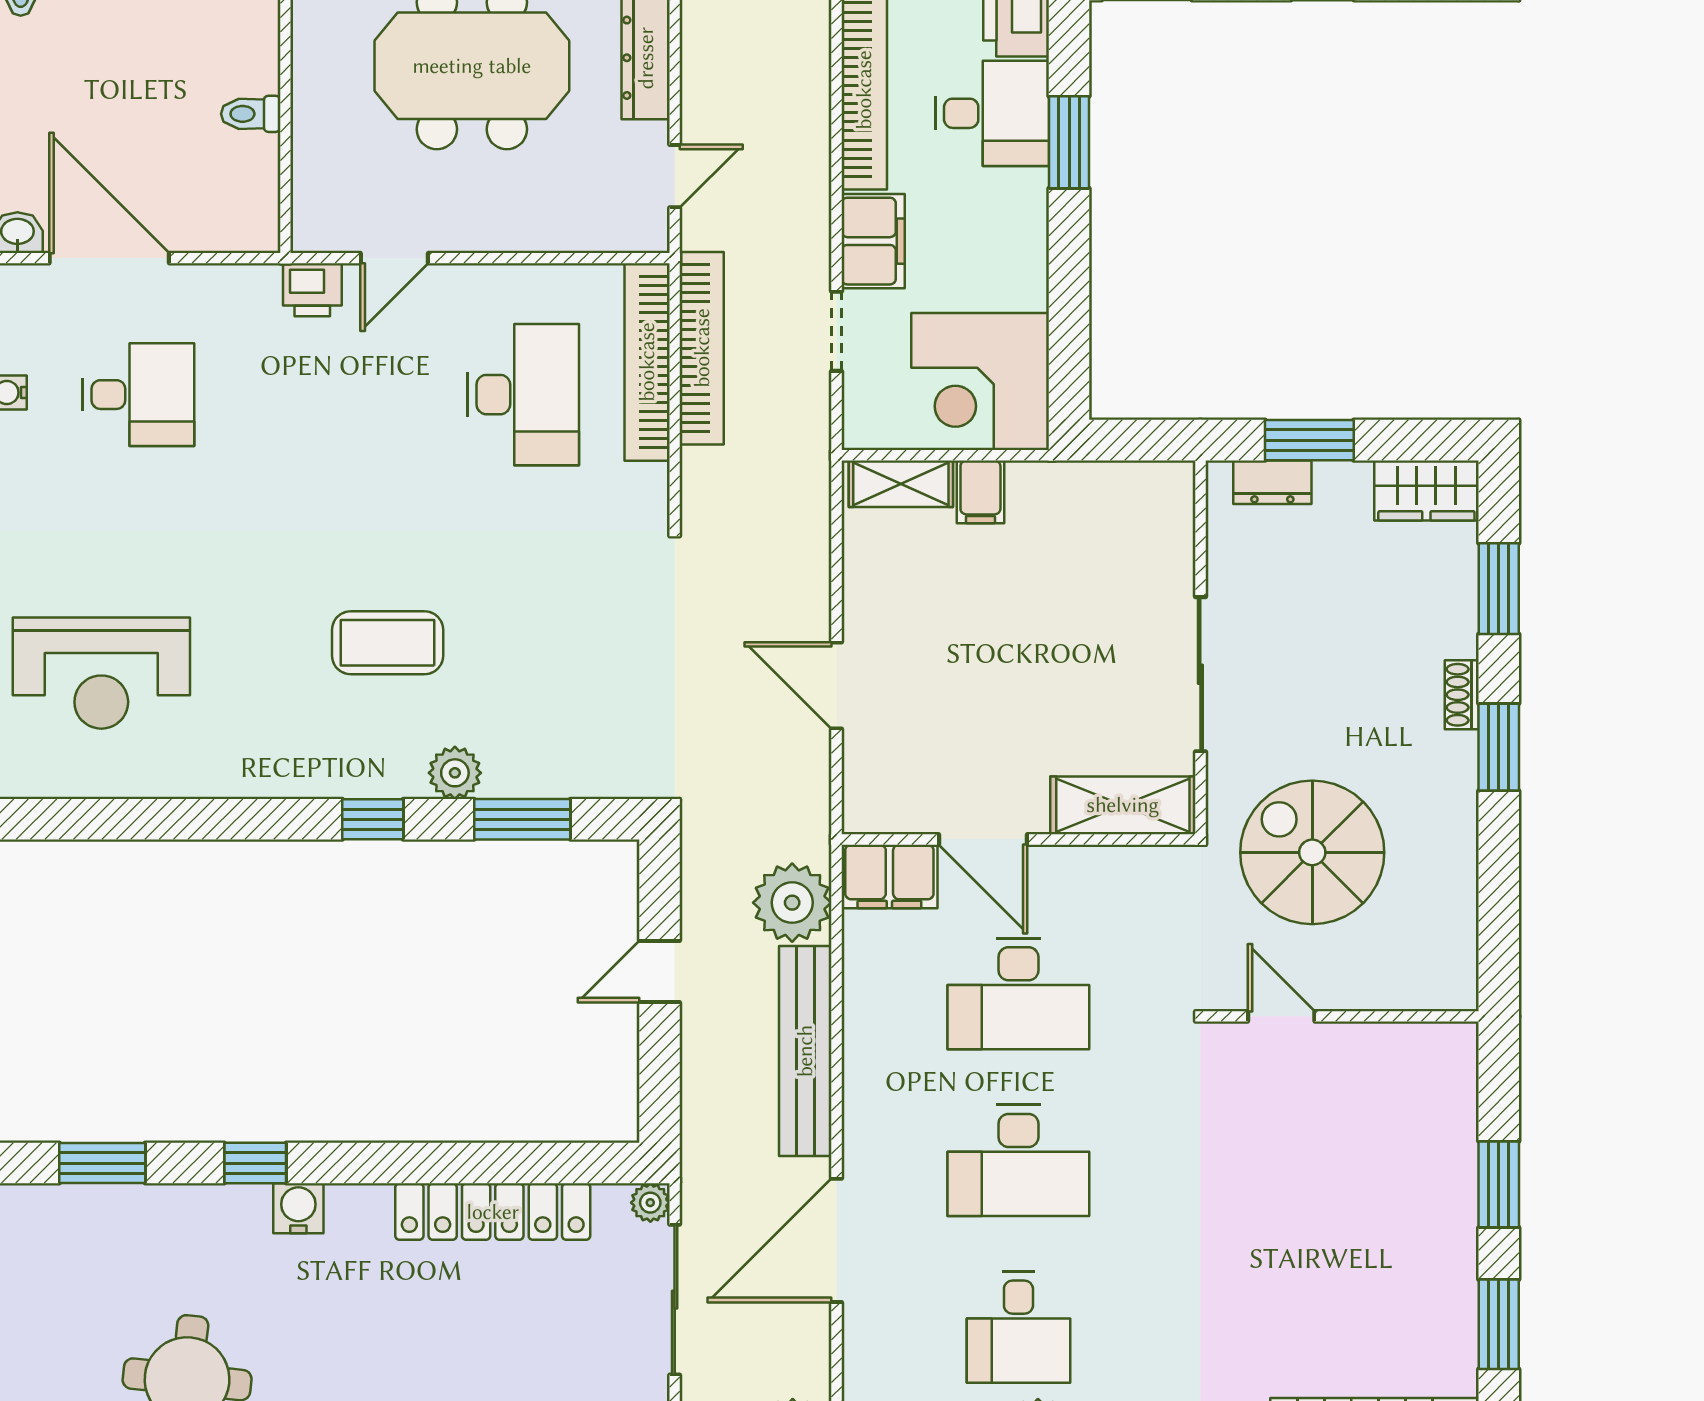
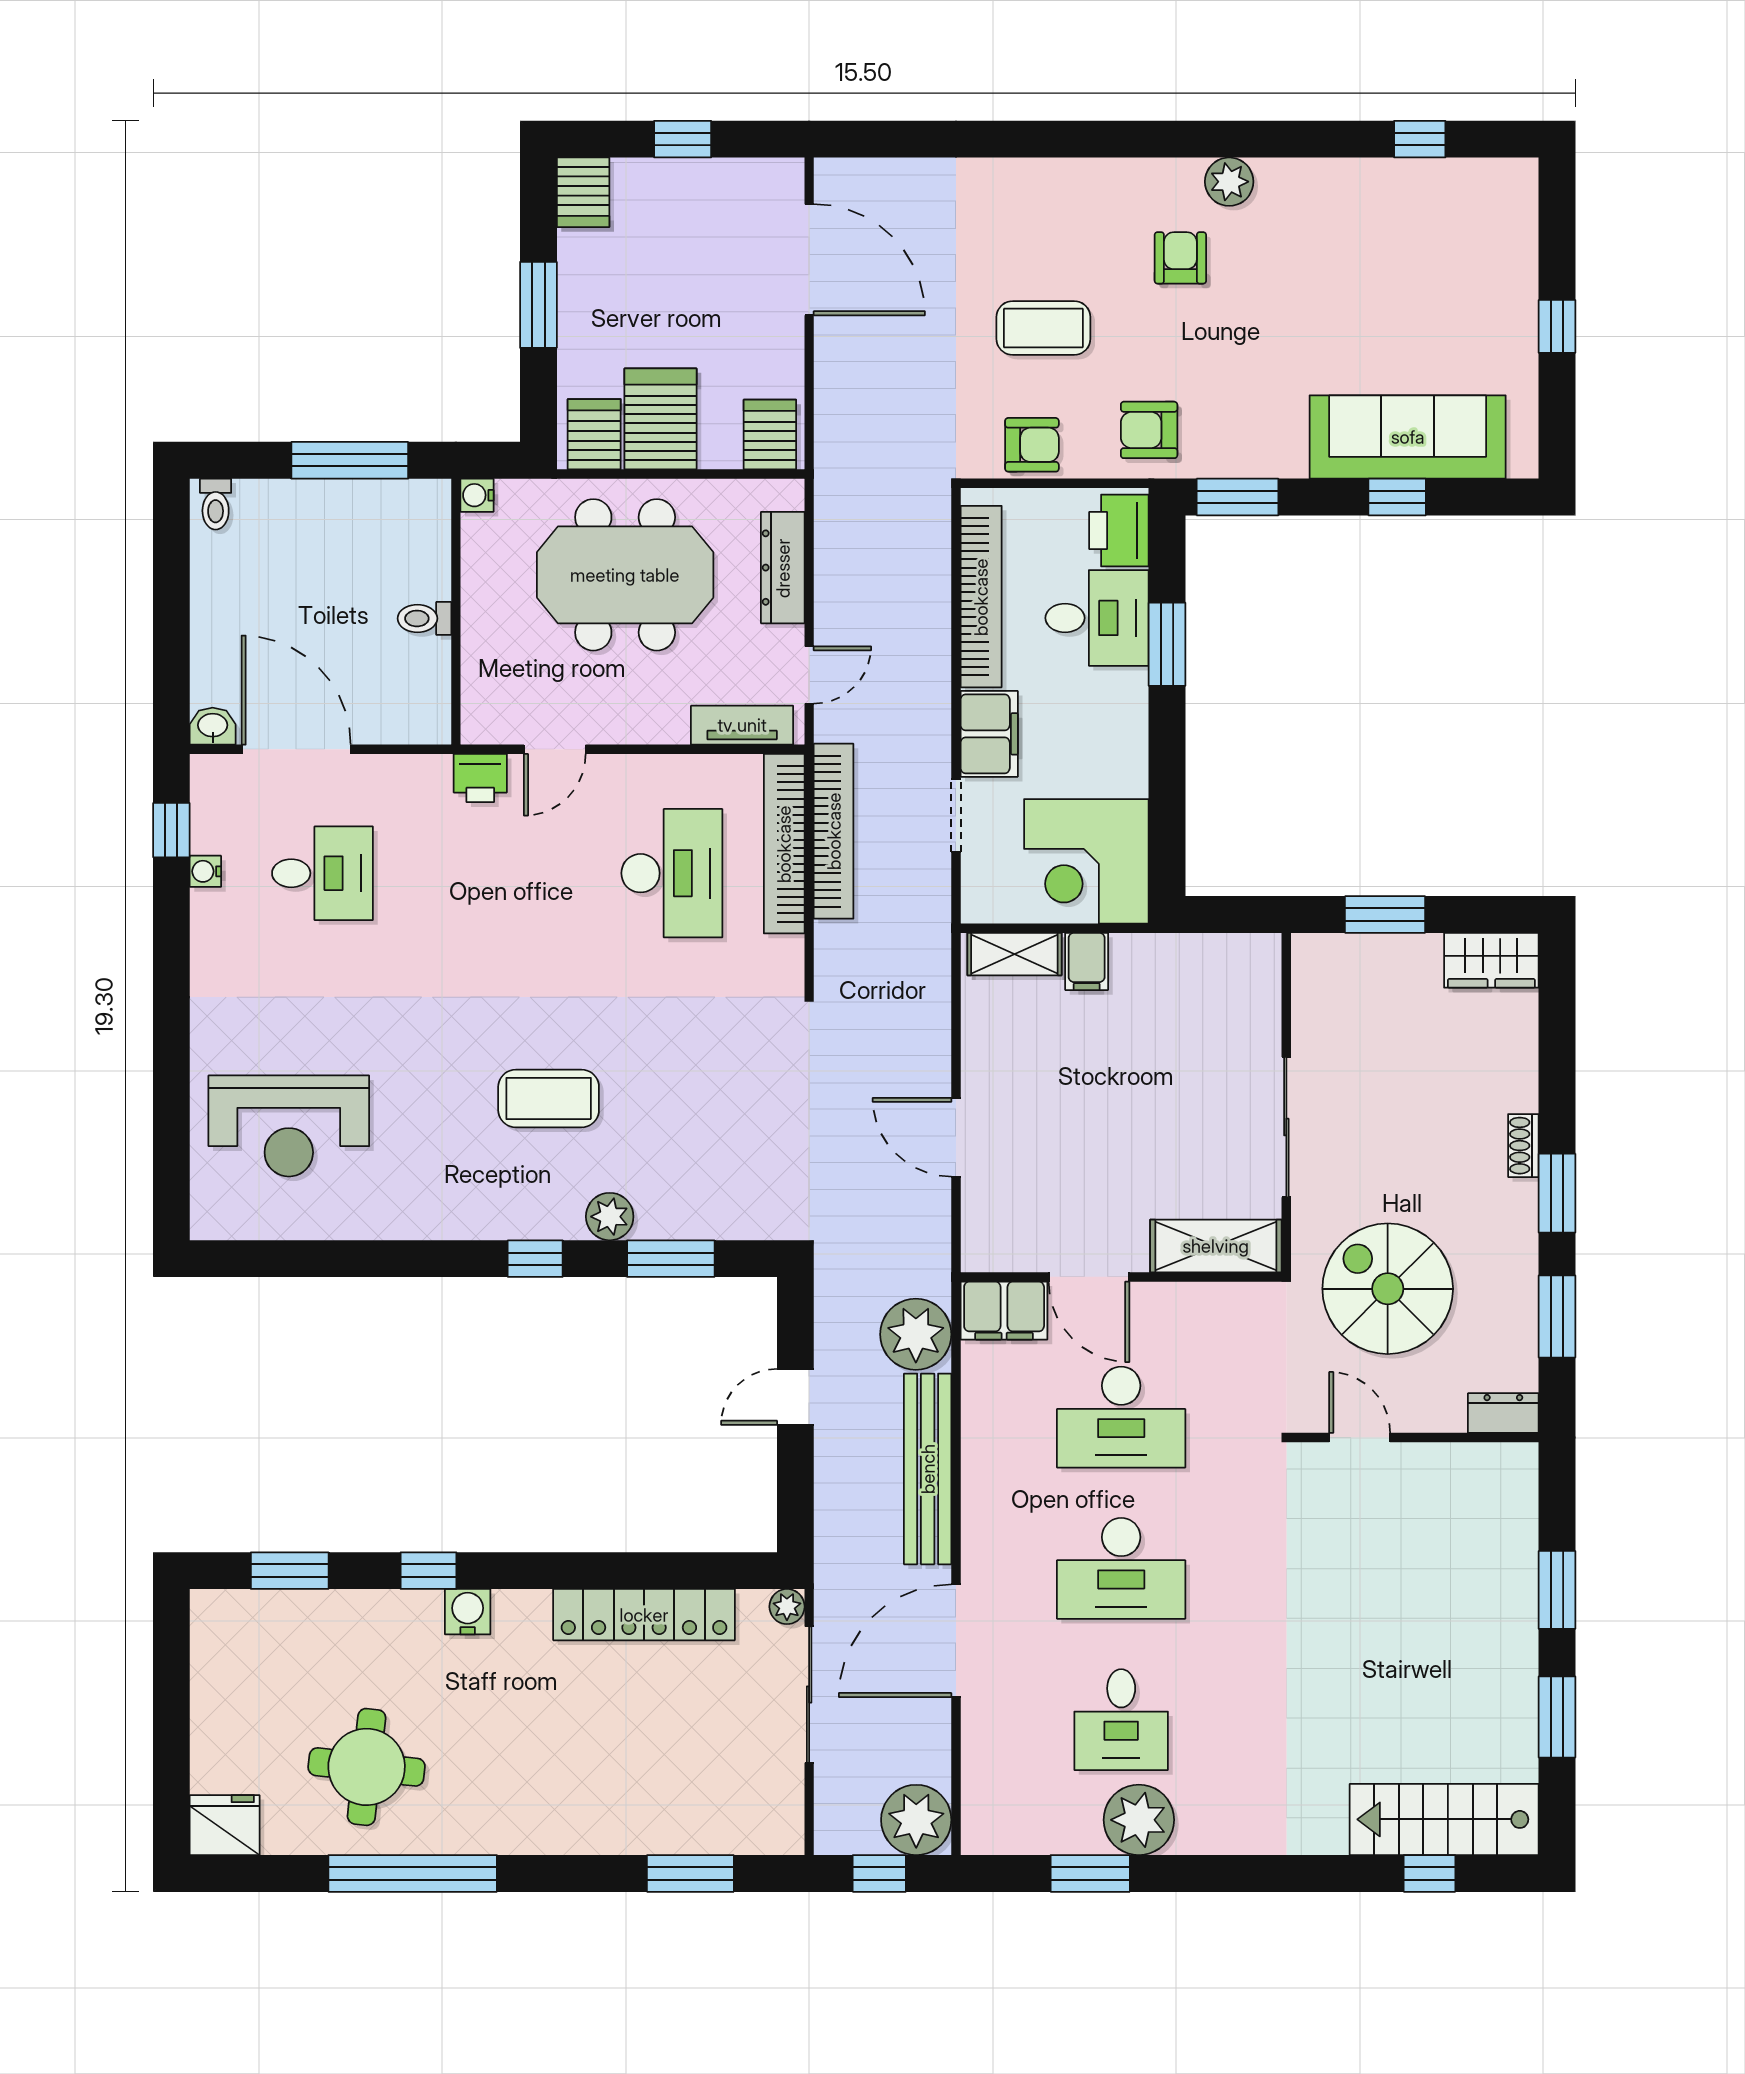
tv unit: (601, 232) -> (742, 725), added
dresser: (1272, 482) -> (1503, 1413), moved, turned 180
window: (1499, 589) -> (1557, 1316), moved

